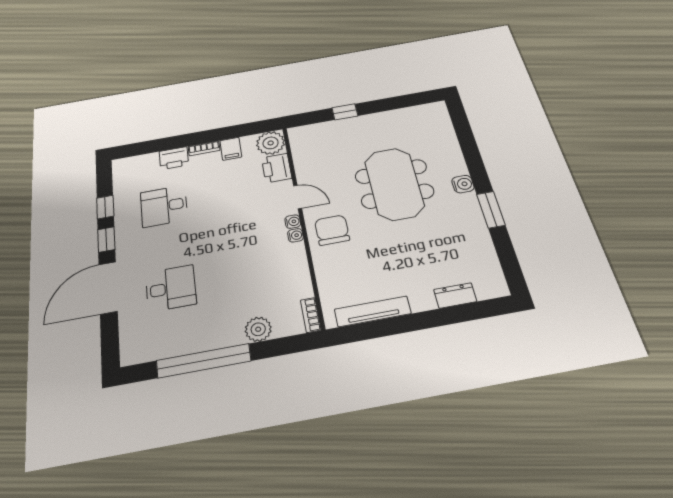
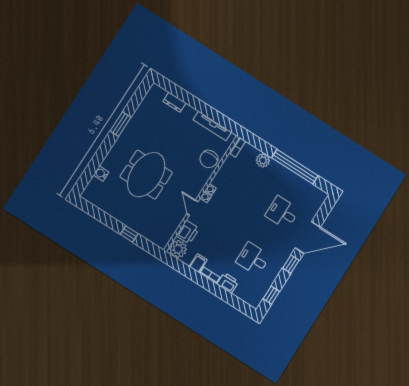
water cooler: (463, 184) -> (101, 173), moved
desk: (164, 206) -> (253, 259), turned 180
window: (105, 207) -> (271, 295), moved
chair: (332, 230) -> (209, 159), moved

